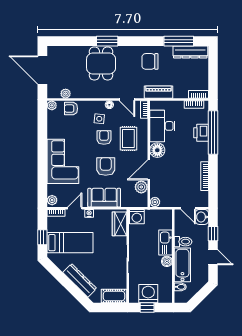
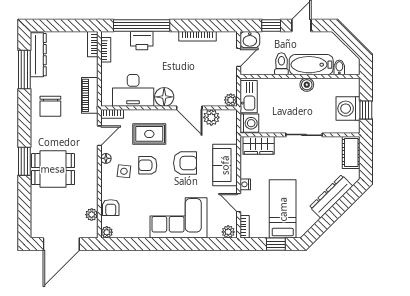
armchair: (106, 166) -> (185, 163), turned 180
kitchen sink: (165, 243) -> (249, 97), moved, turned -90

